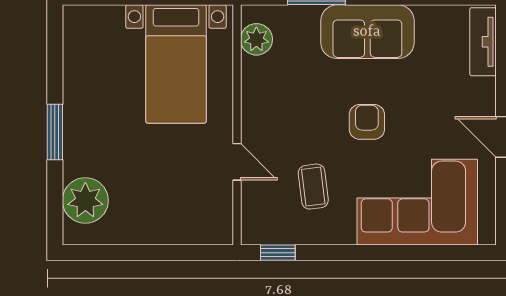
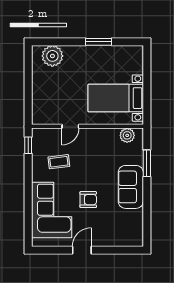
tv unit: (483, 42) -> (126, 241), removed
armchair: (367, 122) -> (88, 200), moved
window: (55, 132) -> (98, 42), moved

